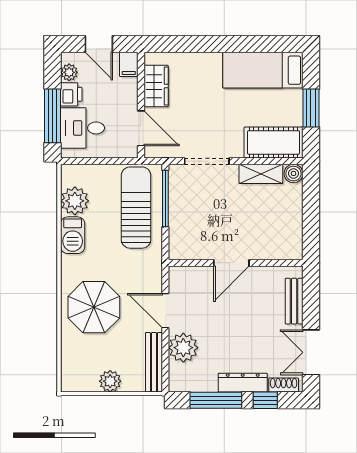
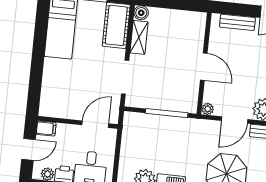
wardrobe: (156, 86) -> (65, 110), removed
window: (165, 198) -> (167, 113), moved
sun lounger: (136, 208) -> (155, 134), removed
plant: (176, 274) -> (208, 109), added

